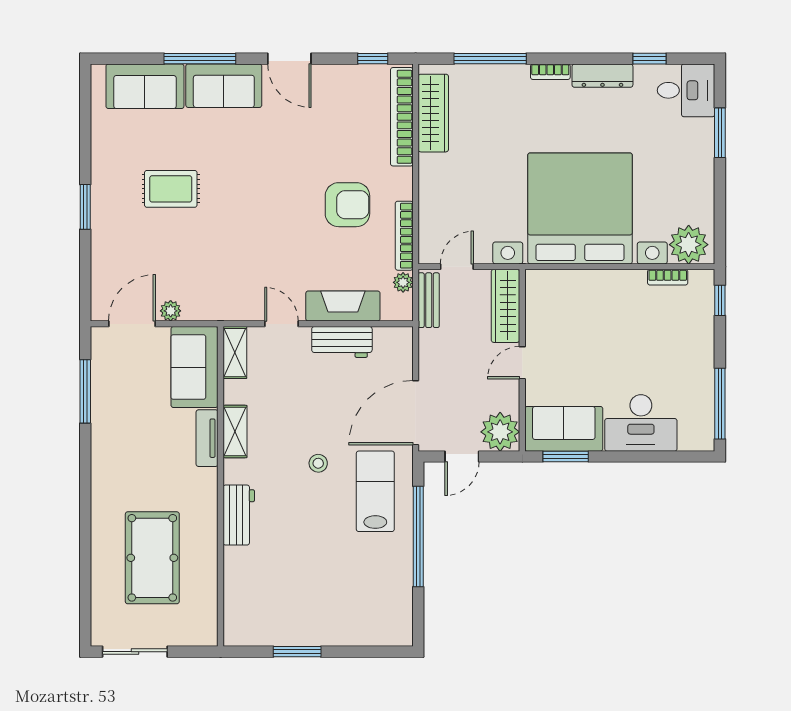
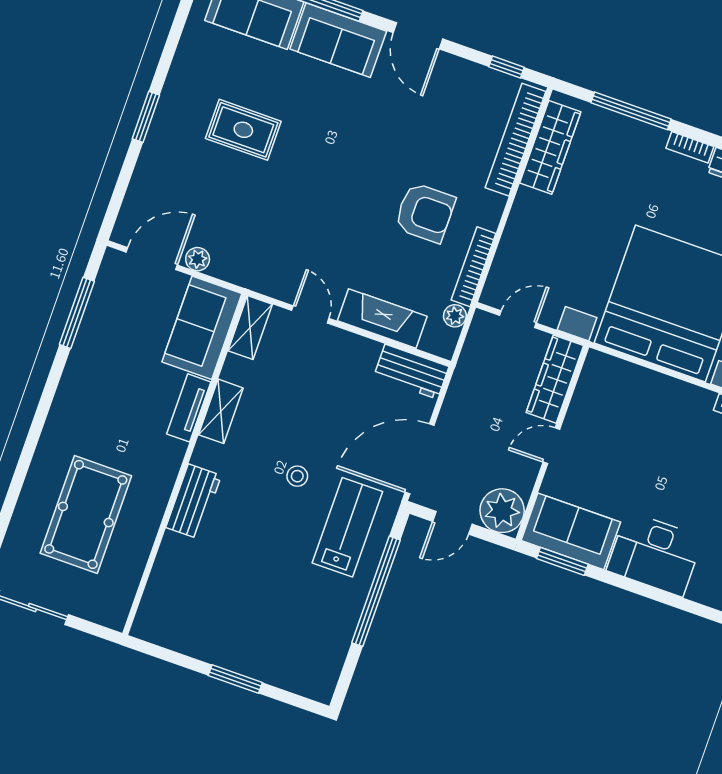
bench: (429, 300) -> (475, 344), removed
workbench: (342, 342) -> (411, 372), moved
window: (297, 652) -> (235, 679), moved

